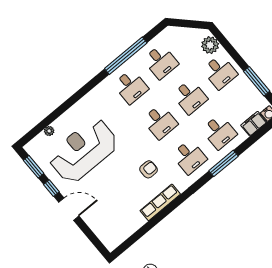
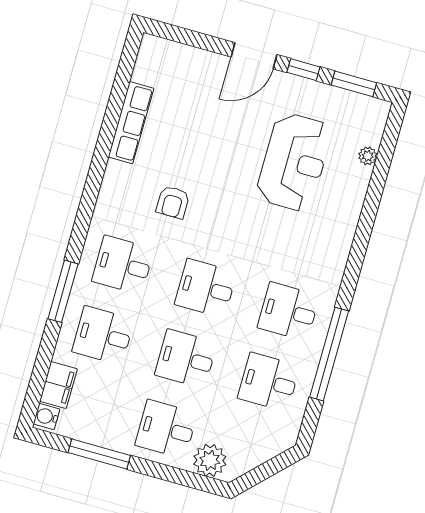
reception desk: (83, 150) -> (294, 162), width x0.74, depth x0.77
row of seats: (160, 202) -> (131, 123), moved

